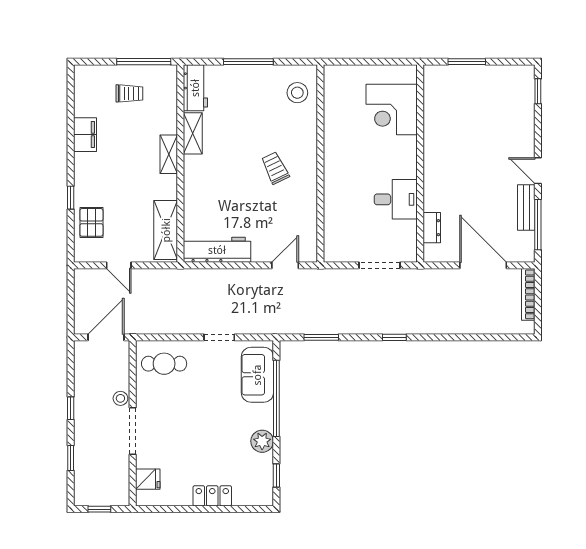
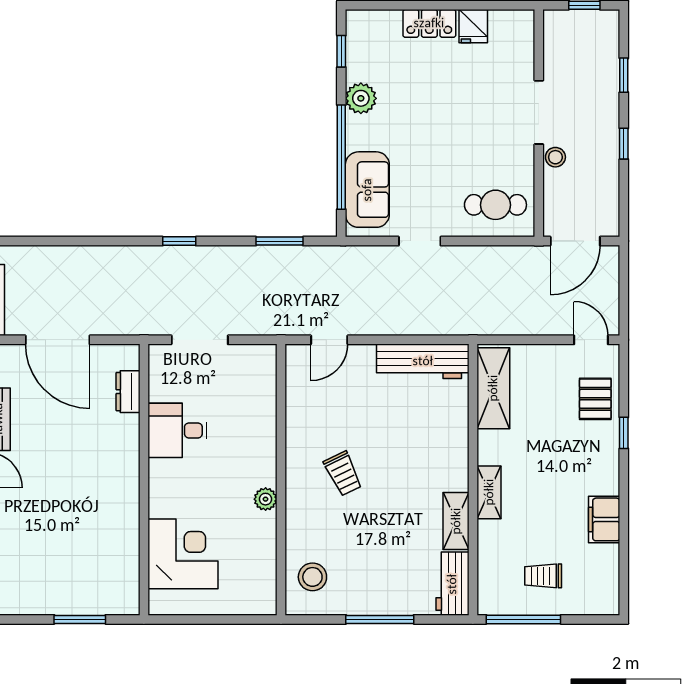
plant: (332, 149) -> (266, 499), added
door: (119, 265) -> (591, 340), moved
fridge: (148, 479) -> (473, 26), moved, turned -90

